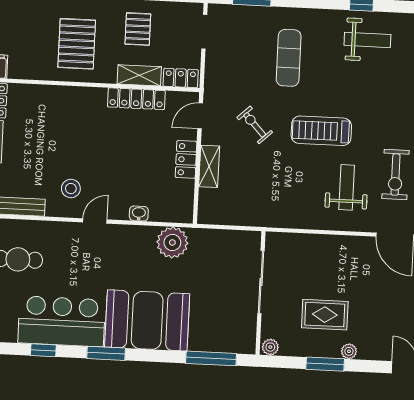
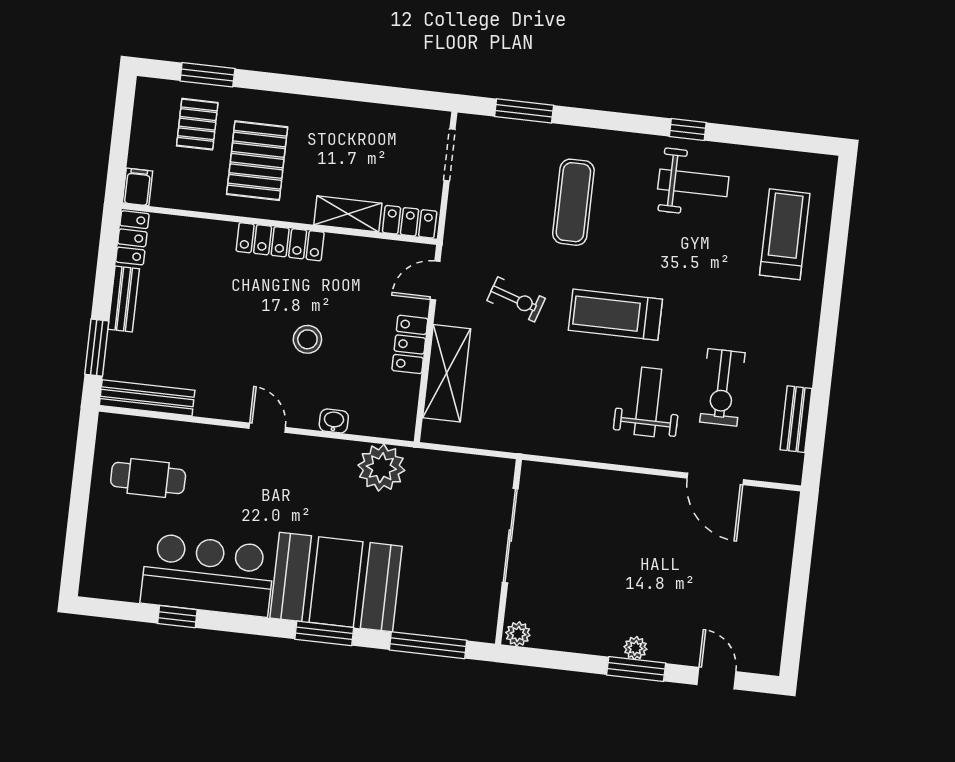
pallet: (138, 29) -> (197, 124), moved
locker: (136, 99) -> (280, 242), moved
exercise bike: (255, 125) -> (516, 299), turned 151
shelving: (209, 166) -> (447, 373), width x1.50, depth x1.33
stool: (71, 189) -> (307, 339), moved
door: (95, 221) -> (267, 428), hinge flipped
rug: (325, 315) -> (603, 590), removed
window: (106, 353) -> (324, 633), moved
window: (325, 364) -> (636, 669), moved

